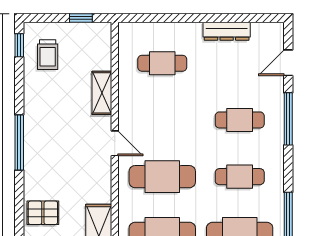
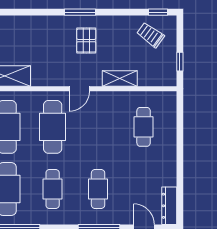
dresser: (227, 31) -> (169, 206), moved
trolley: (48, 55) -> (150, 35), turned 36
window: (19, 142) -> (80, 12), width x0.69
pallet: (43, 213) -> (86, 41), moved

